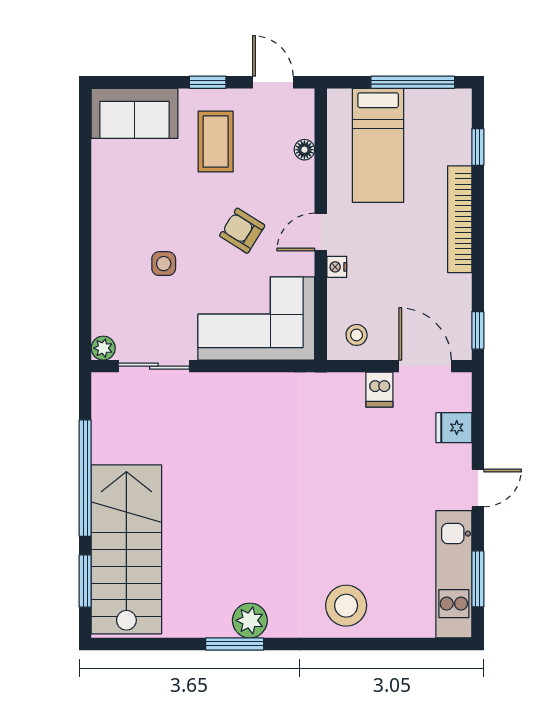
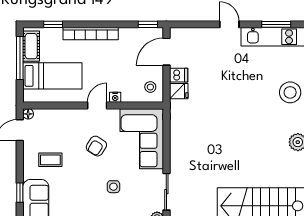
window: (208, 82) -> (20, 193), moved
cot: (436, 104) -> (31, 46), added
coffee table: (216, 141) -> (50, 160), width x0.73, depth x0.77
floor lamp: (304, 150) -> (28, 114), moved
door: (321, 232) -> (97, 105), swing flipped
fridge: (454, 428) -> (179, 91), moved, turned -90

